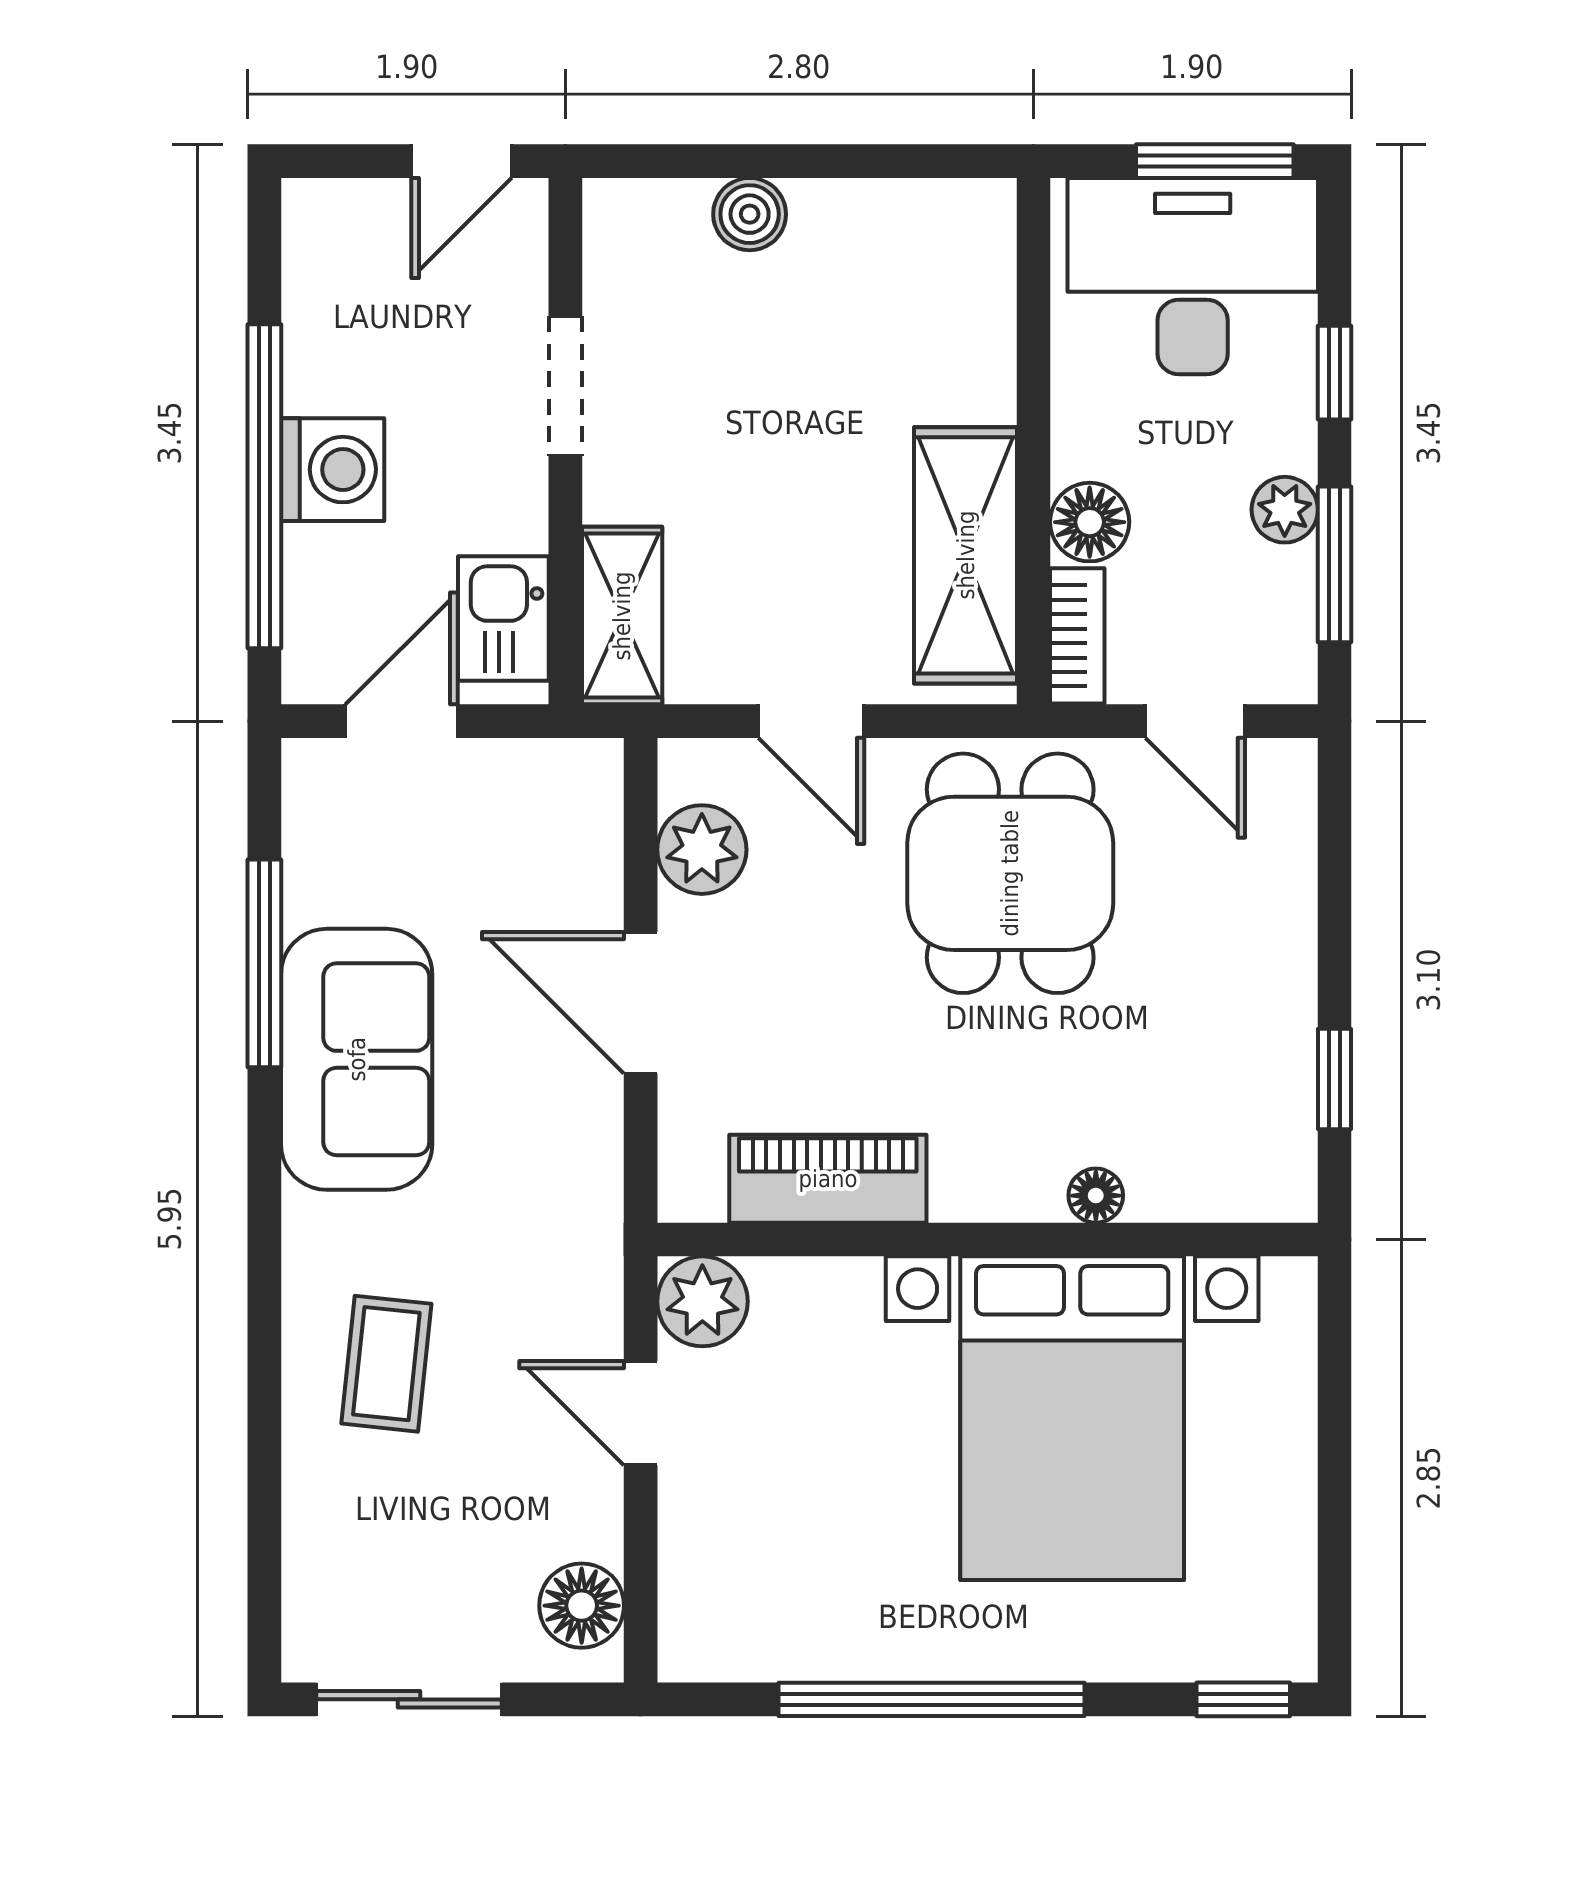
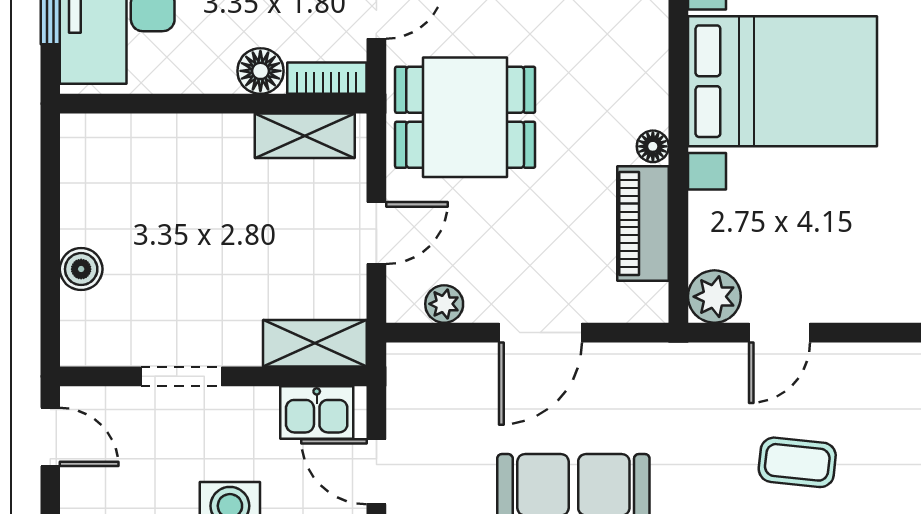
shelving: (966, 555) -> (305, 136), width x0.67, depth x0.75
plant: (702, 850) -> (444, 304), width x0.73, depth x0.73
floor lamp: (1096, 1196) -> (653, 146), moved
coffee table: (386, 1364) -> (797, 462), moved
floor lamp: (582, 1606) -> (892, 367), removed

